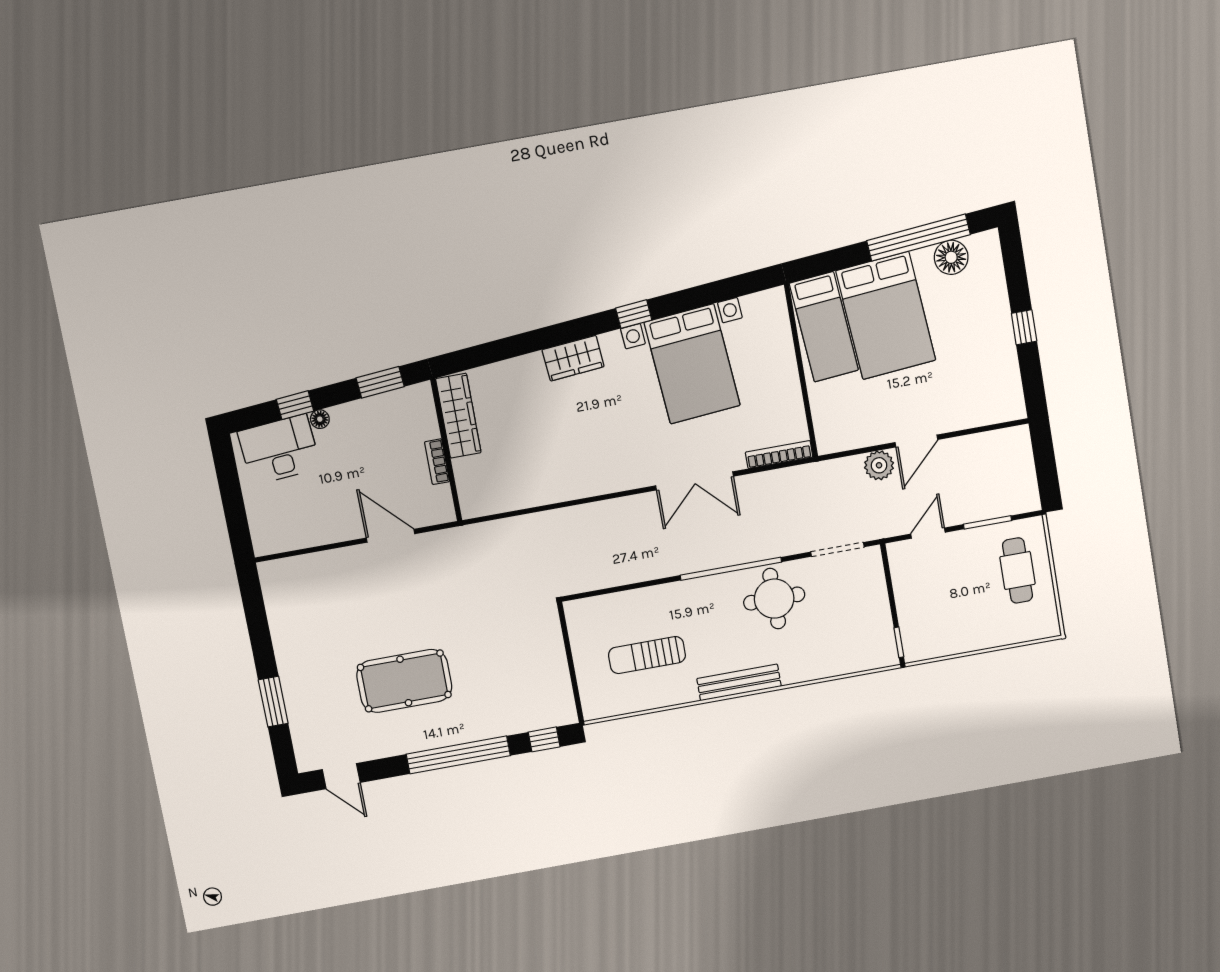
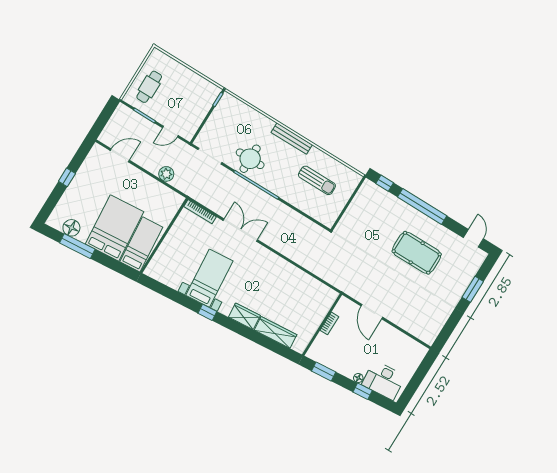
window: (918, 238) -> (77, 246), width x0.68
bed with nightstands: (692, 364) -> (209, 278), width x0.73
wardrobe: (458, 416) -> (276, 332), moved, turned 85
door: (916, 441) -> (120, 155), moved

